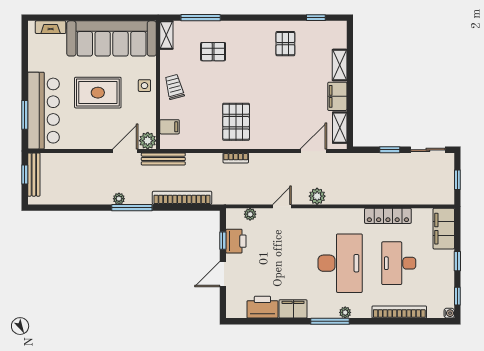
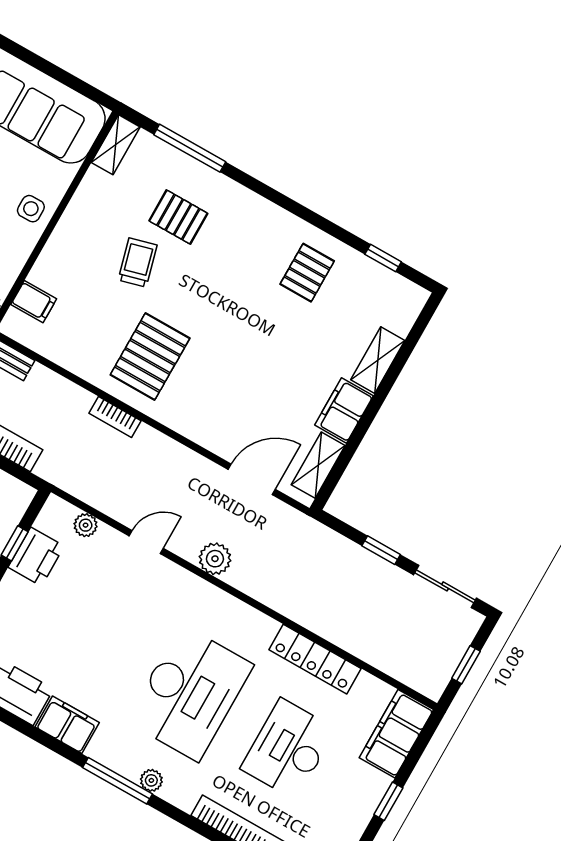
trolley: (174, 87) -> (138, 262), moved

